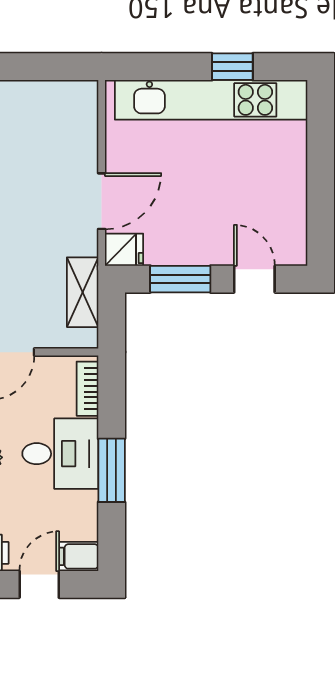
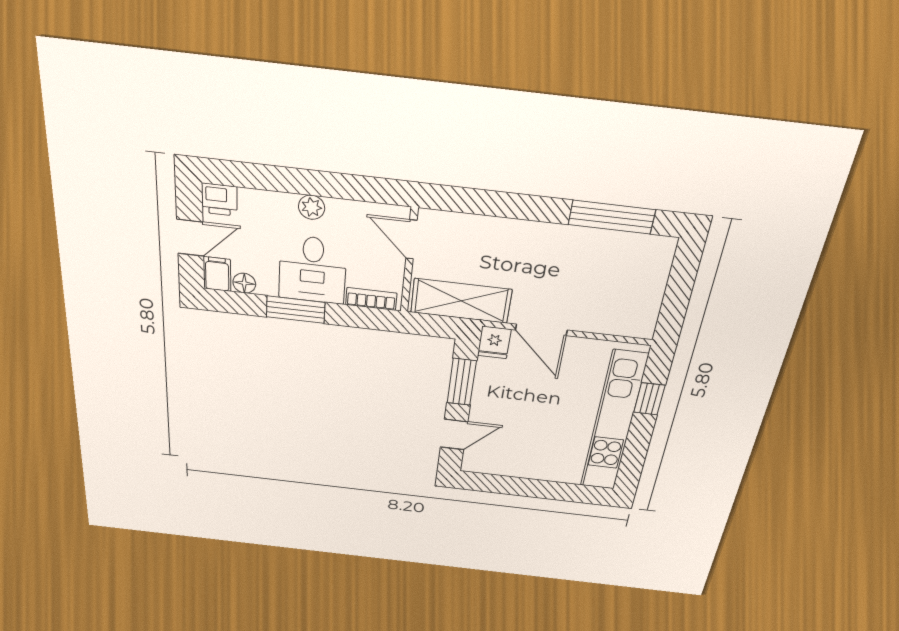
window: (232, 67) -> (649, 399), moved
shelving: (83, 292) -> (461, 301), width x1.50, depth x1.33
floor lamp: (86, 527) -> (244, 283), added
door: (39, 584) -> (190, 238), hinge flipped

